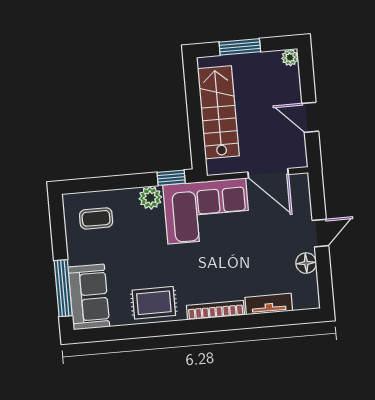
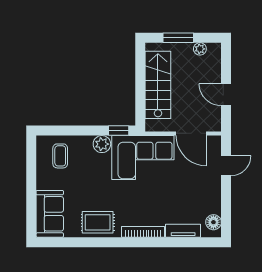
plant: (290, 58) -> (200, 49), moved
coffee table: (96, 218) -> (60, 156), turned 90
door: (320, 233) -> (226, 166), moved
floor lamp: (306, 263) -> (213, 222), moved
window: (63, 288) -> (31, 206), removed

